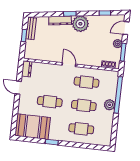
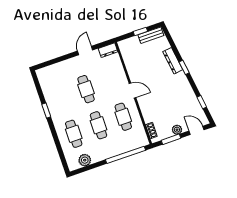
plant: (80, 24) -> (179, 83), removed
door: (69, 65) -> (132, 91), hinge flipped
plant: (110, 105) -> (85, 160), moved
booth: (33, 127) -> (53, 84), removed

